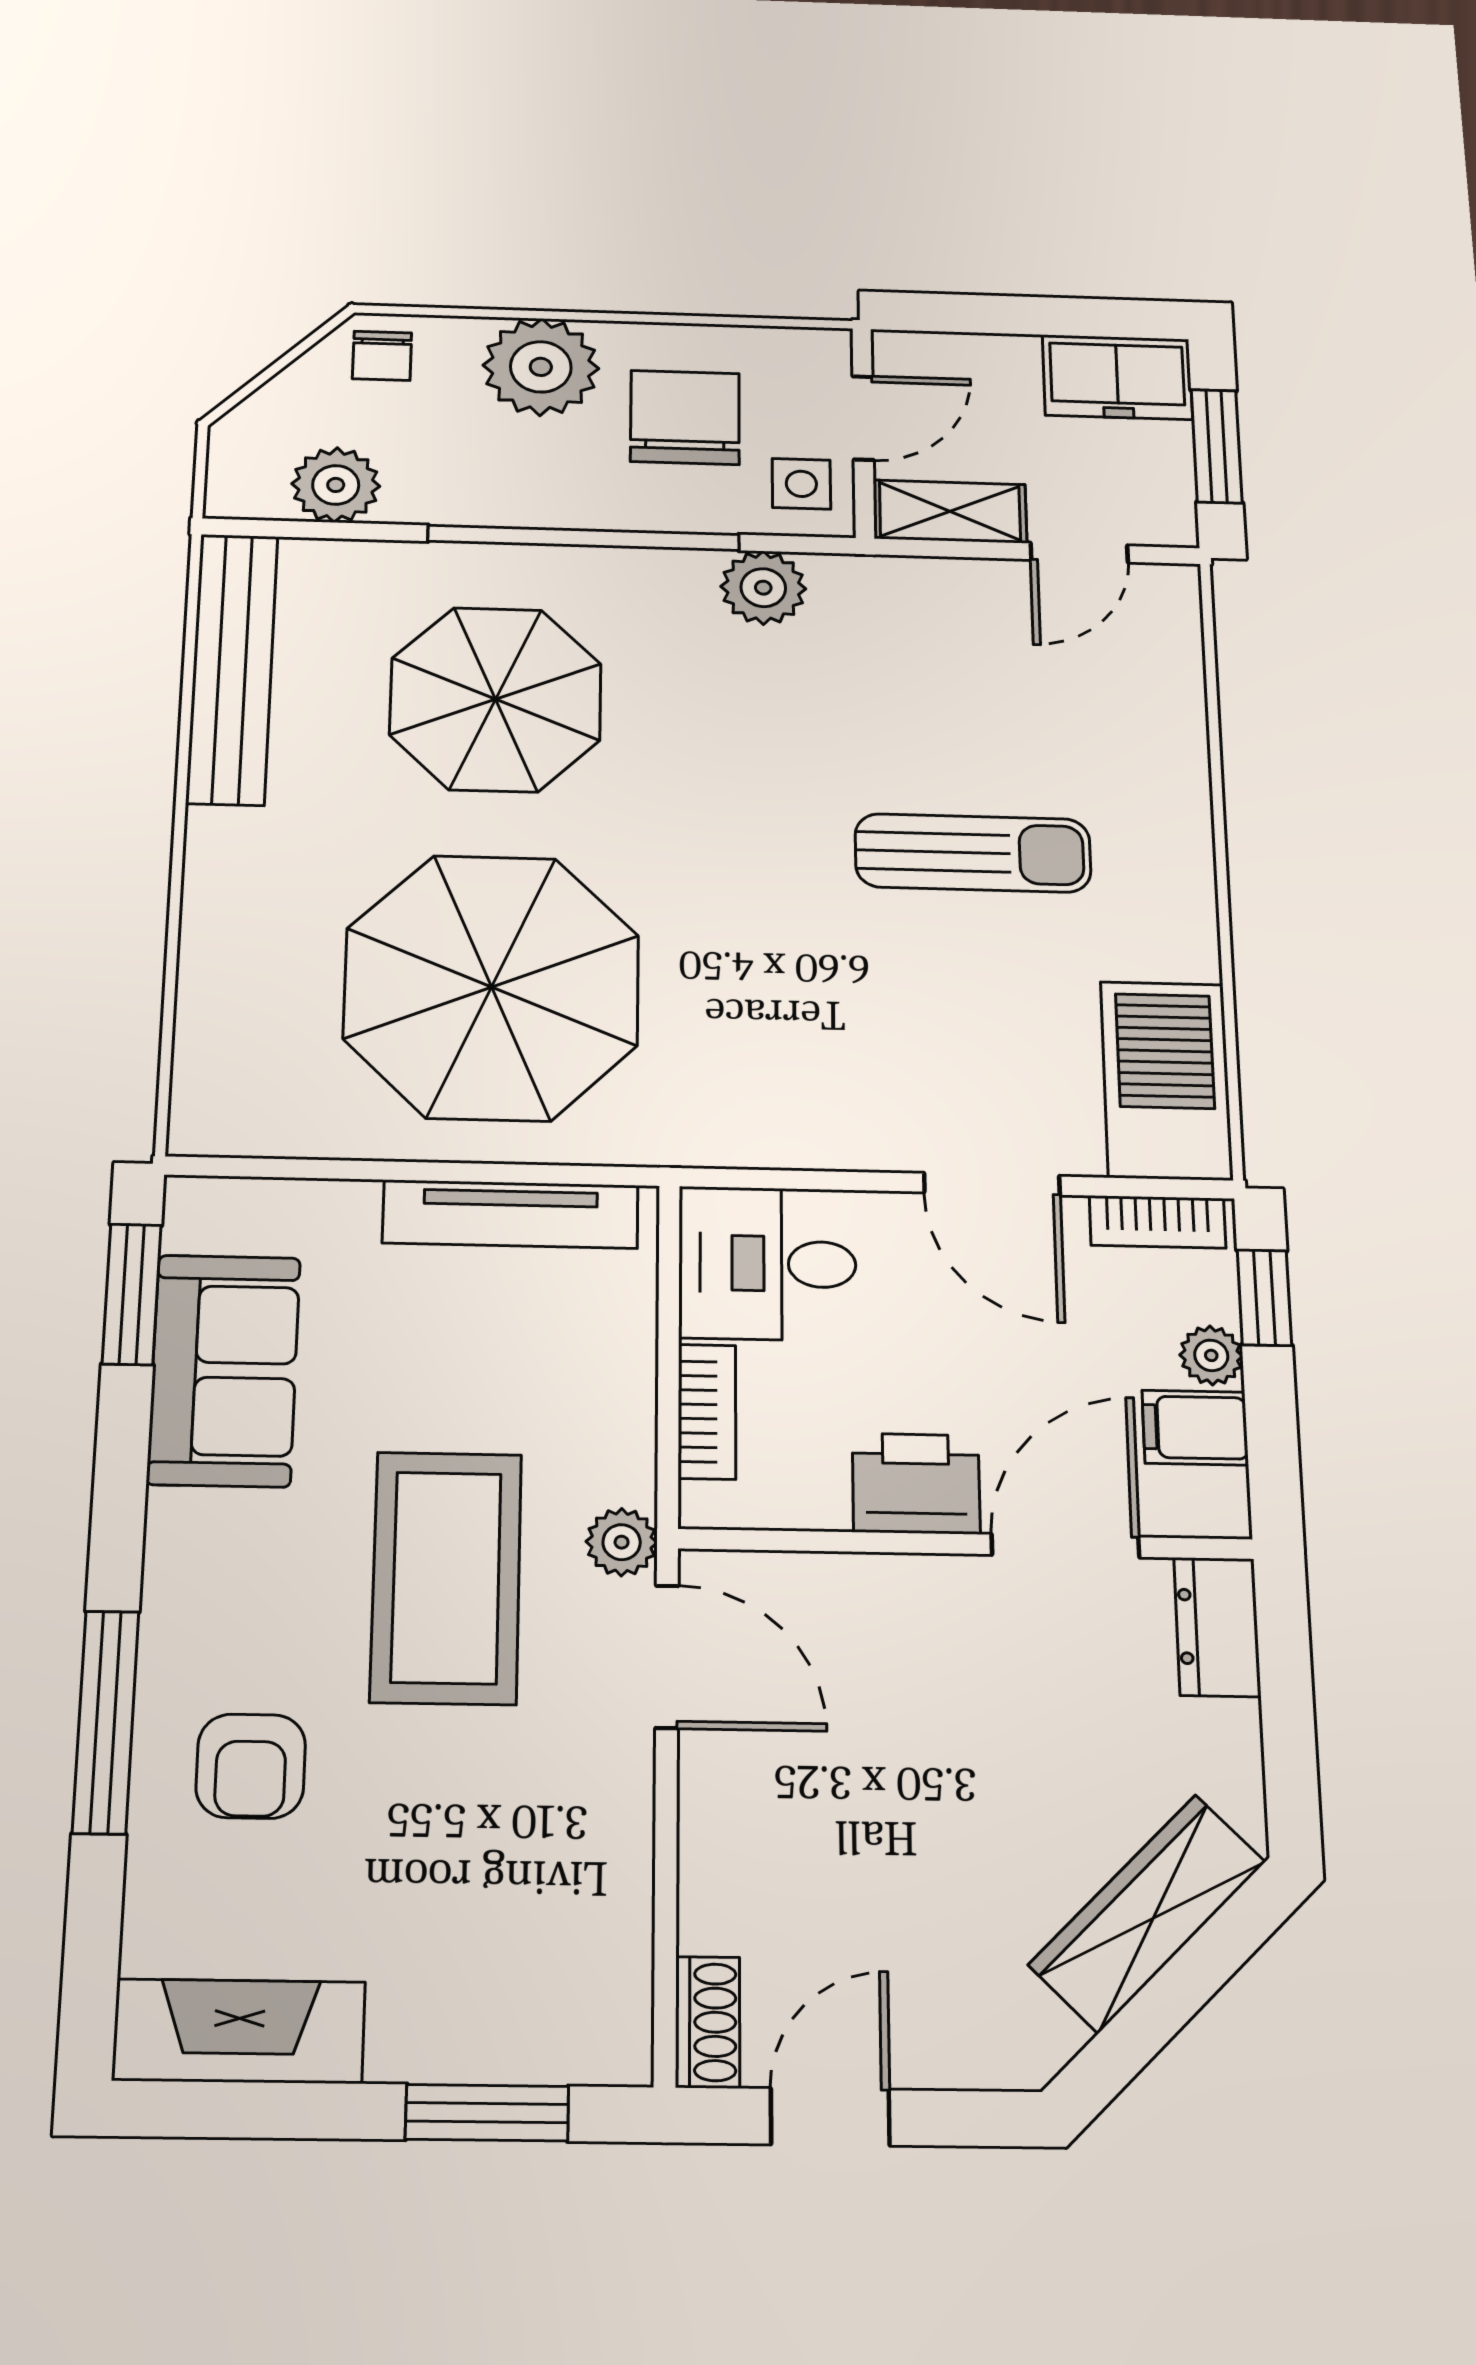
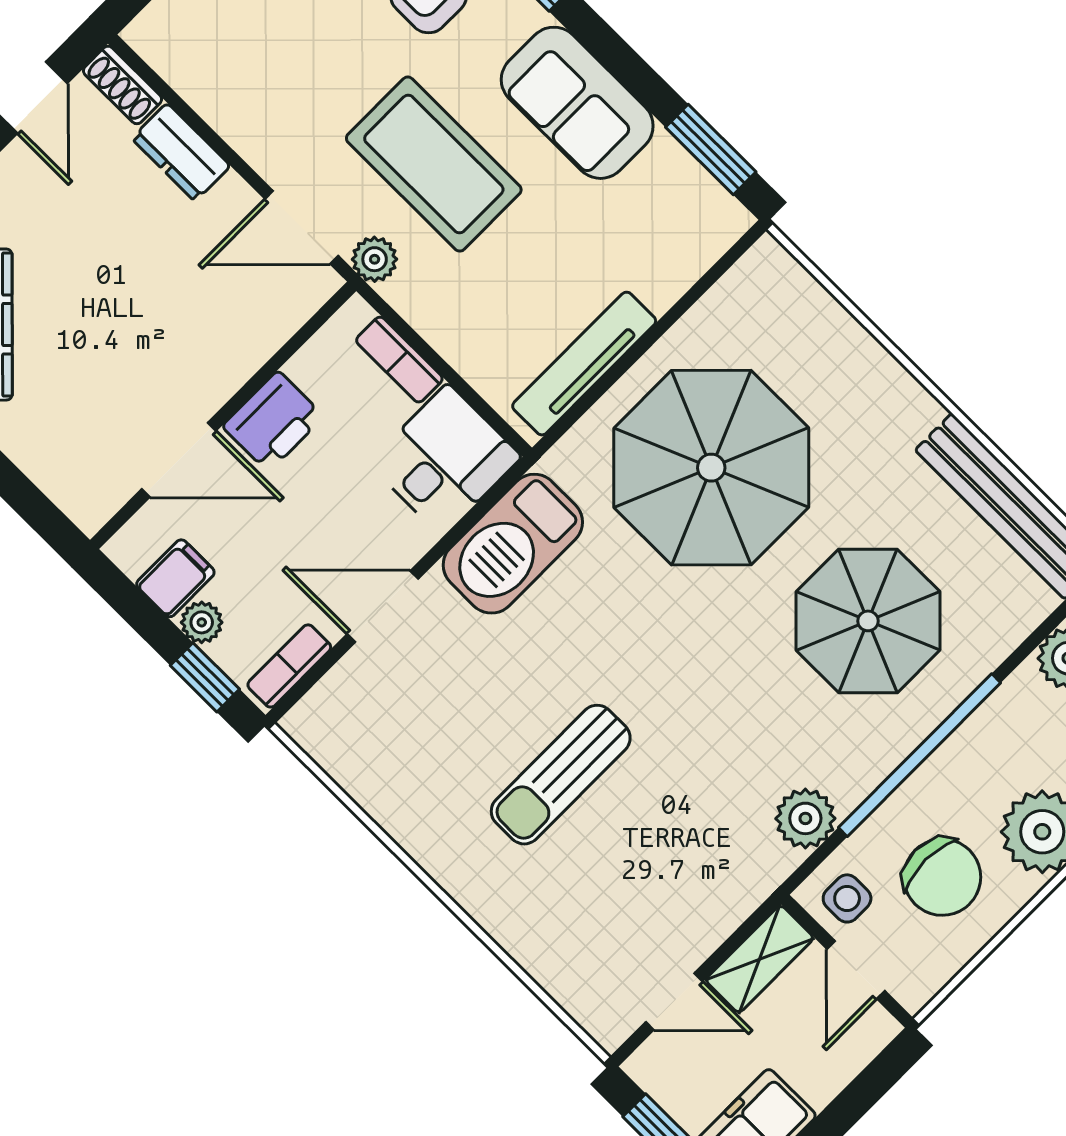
door: (1079, 553) -> (674, 1001), swing flipped
barbecue: (1166, 1080) -> (513, 544), moved, turned 90
sofa: (224, 1370) -> (577, 103), moved
door: (1065, 1546) -> (179, 460), hinge flipped
dresser: (1217, 1627) -> (181, 152), moved, turned 180

